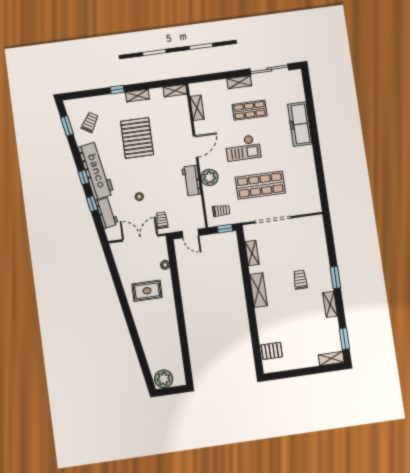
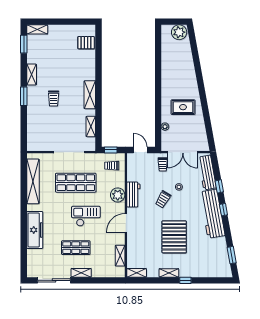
trolley: (90, 122) -> (163, 199), moved
shelving: (310, 180) -> (33, 181), added
workbench: (107, 213) -> (207, 173), width x1.38

